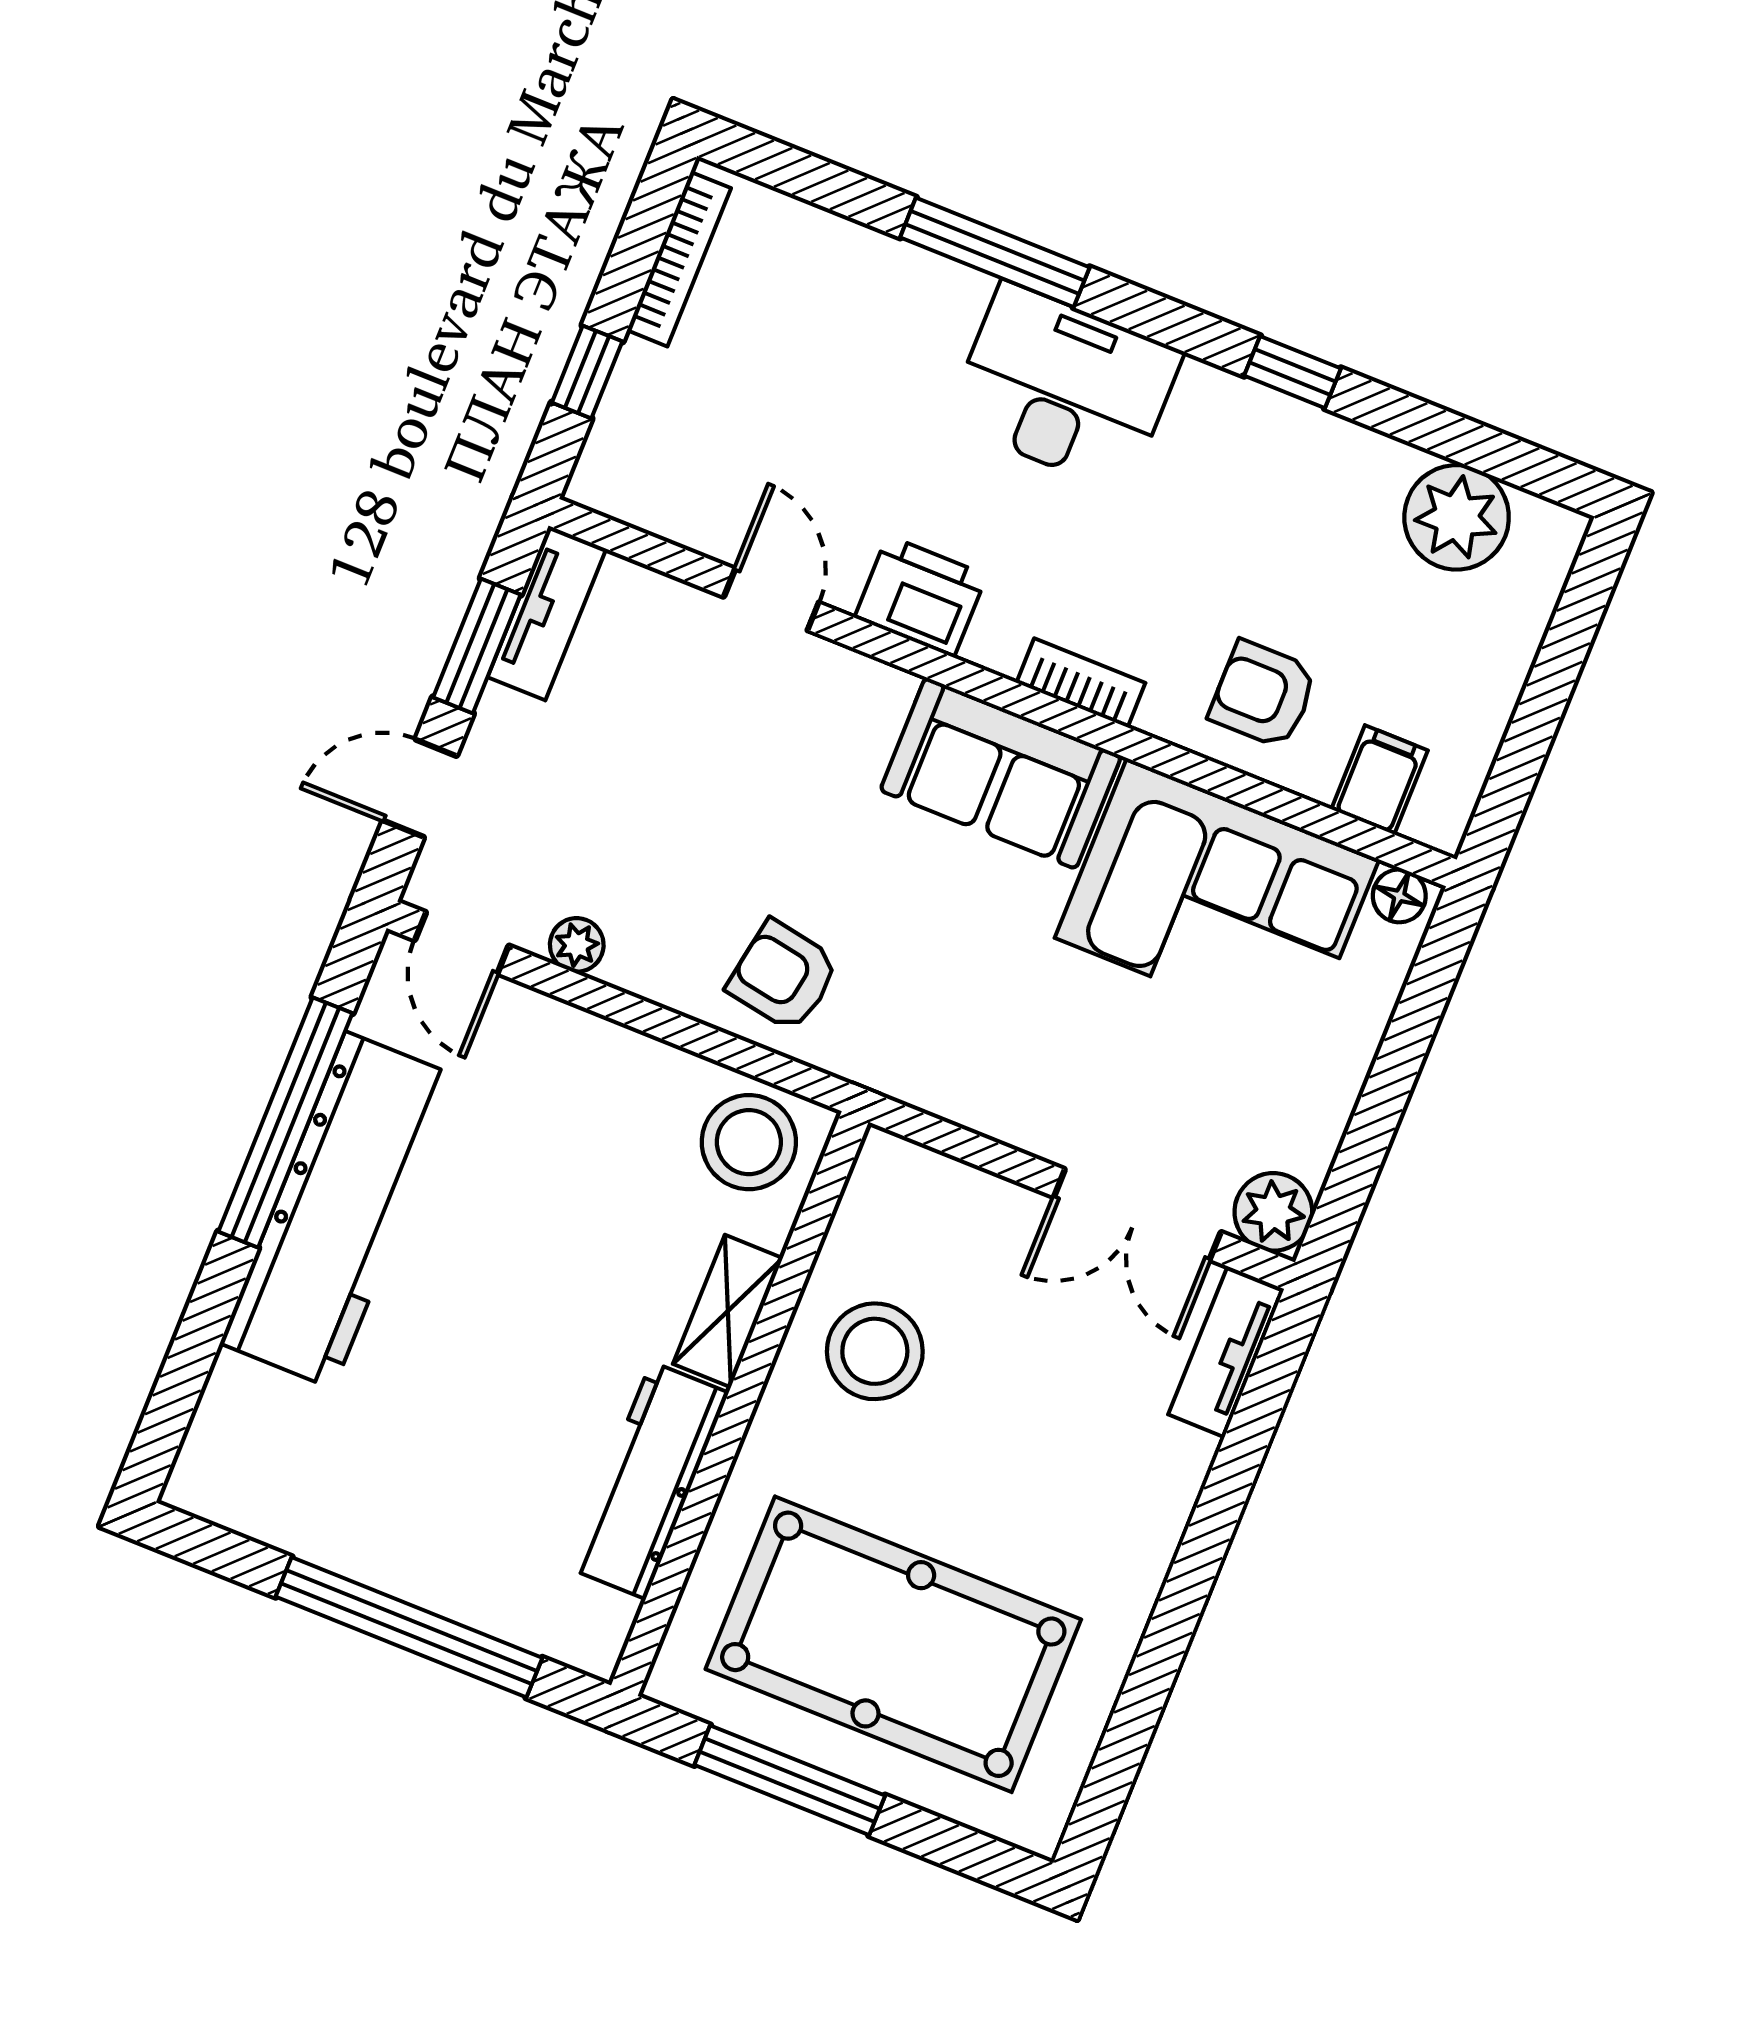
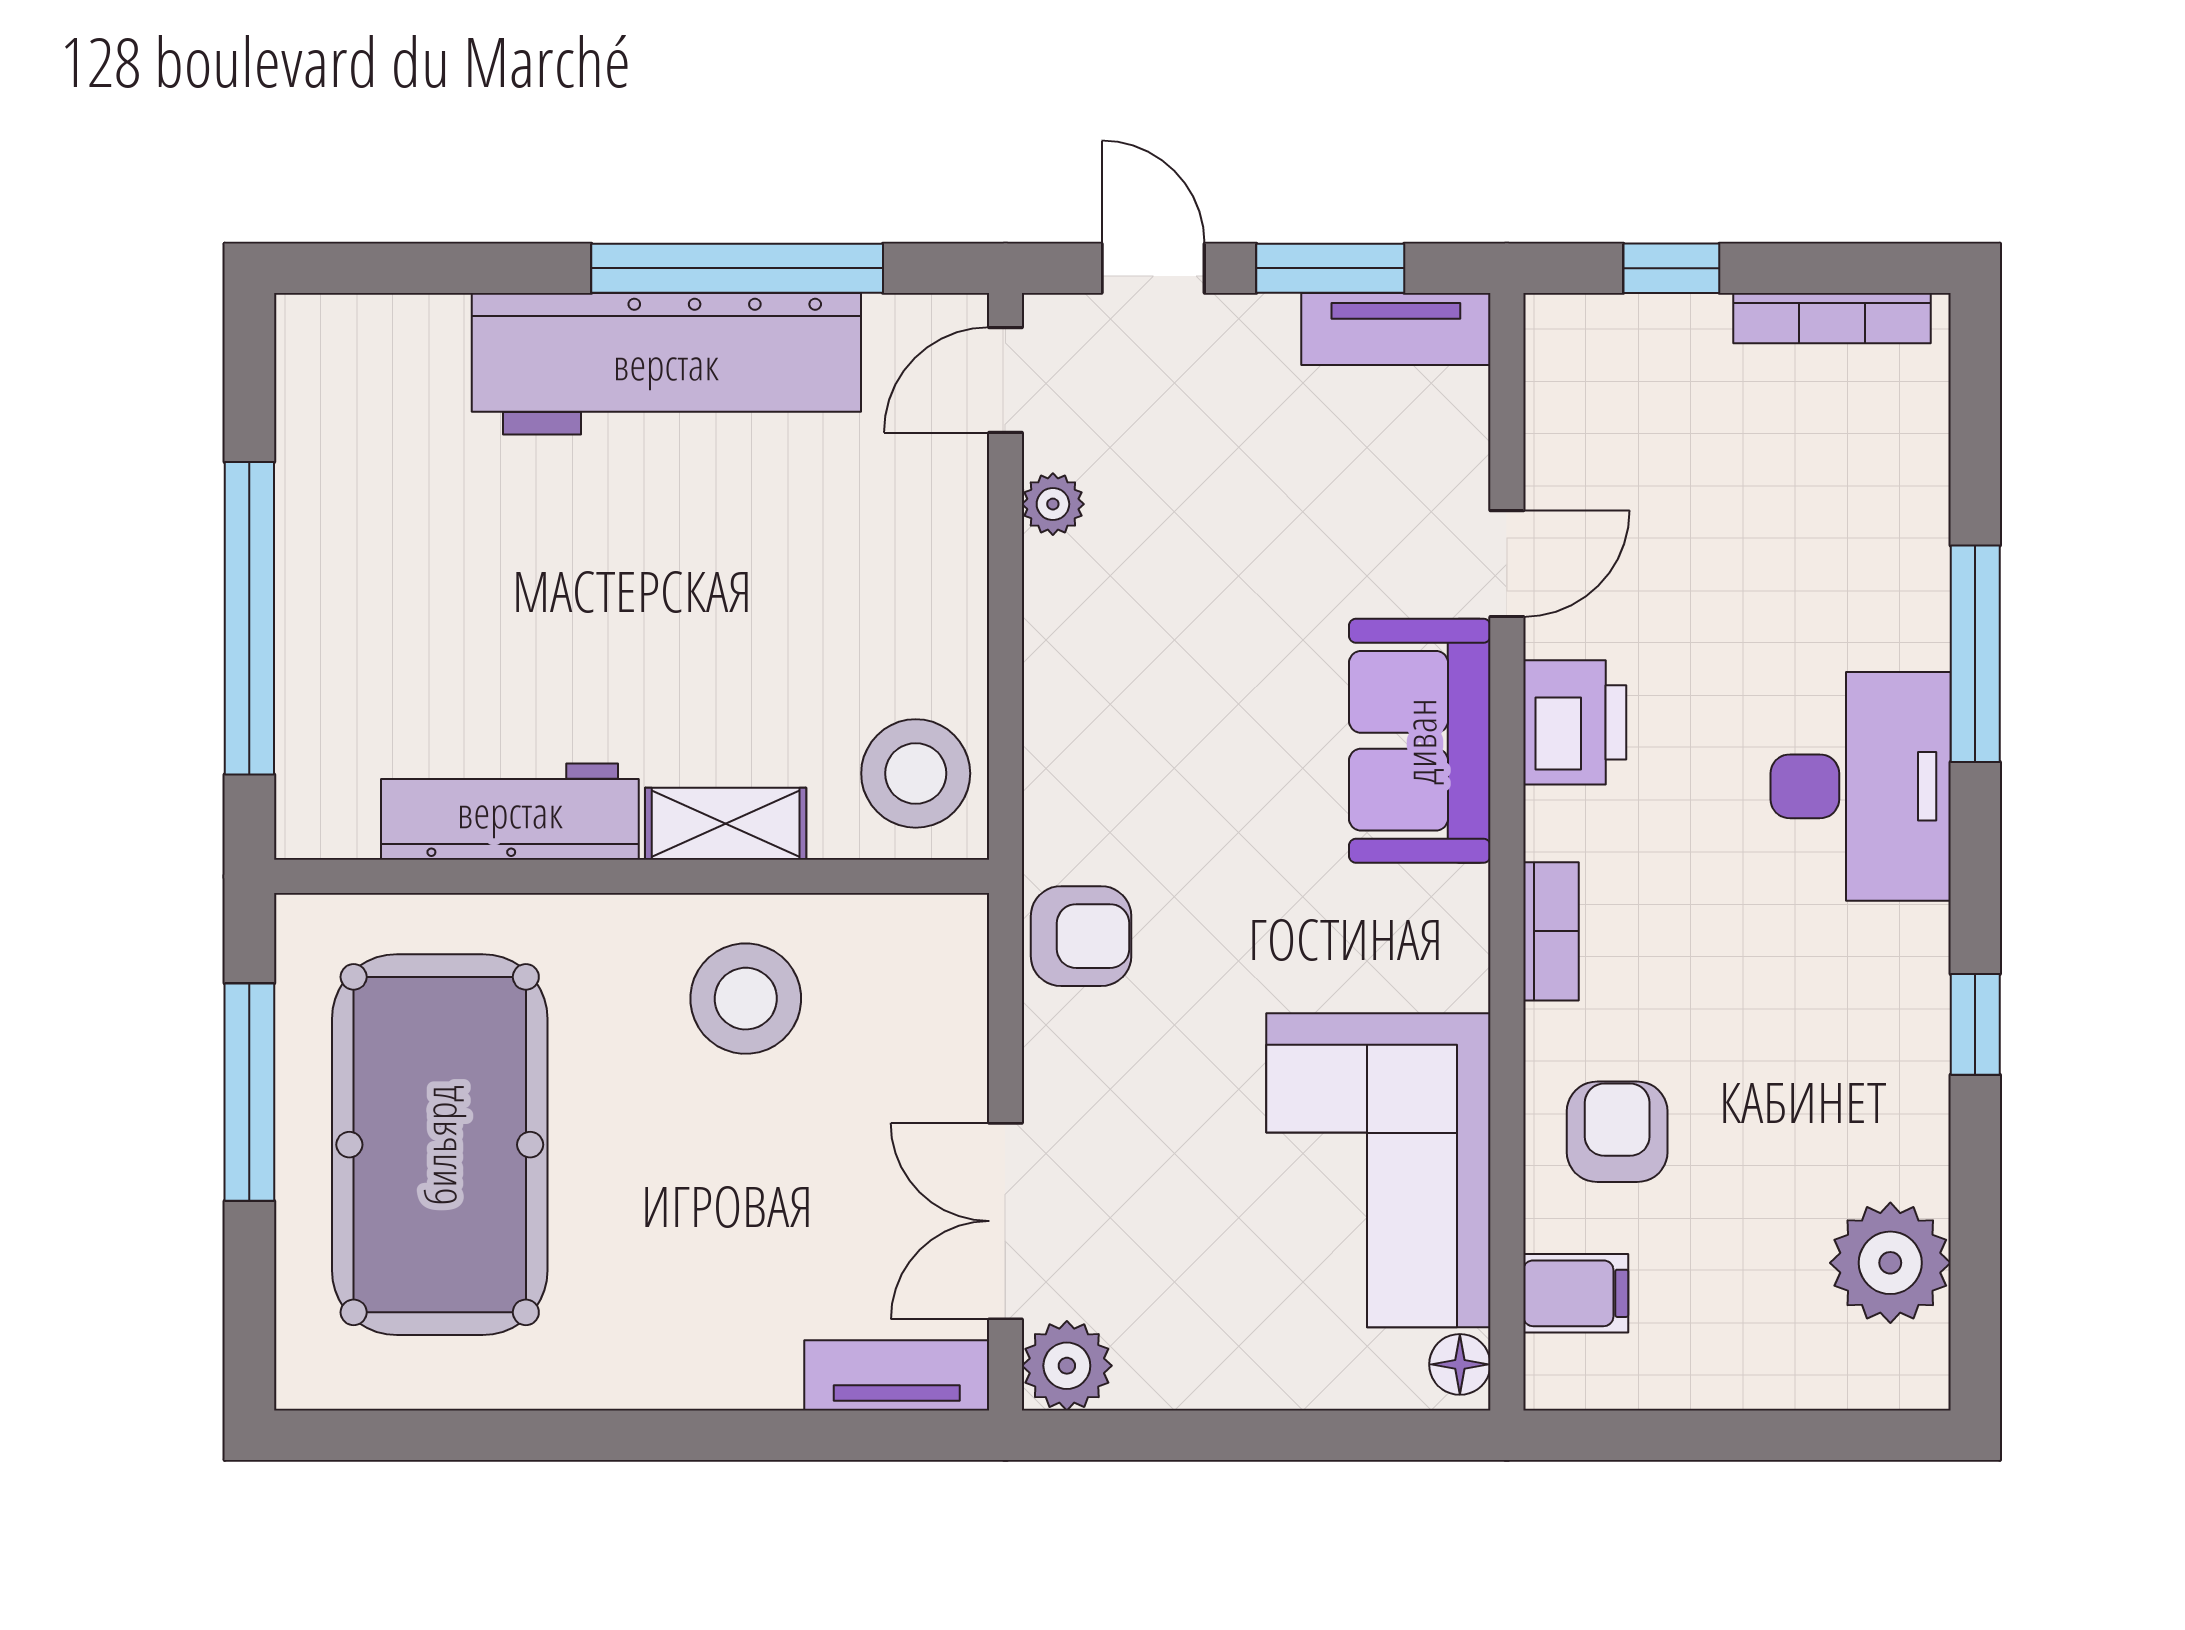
sofa: (1001, 773) -> (1420, 741), moved
armchair: (783, 976) -> (1081, 936), moved, turned 80

